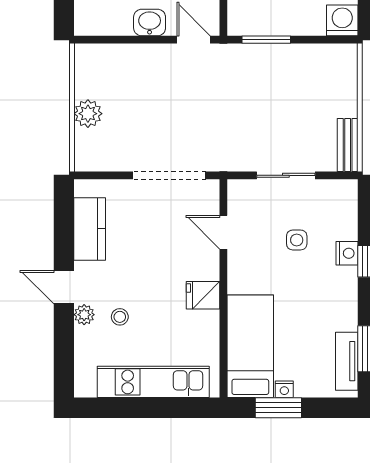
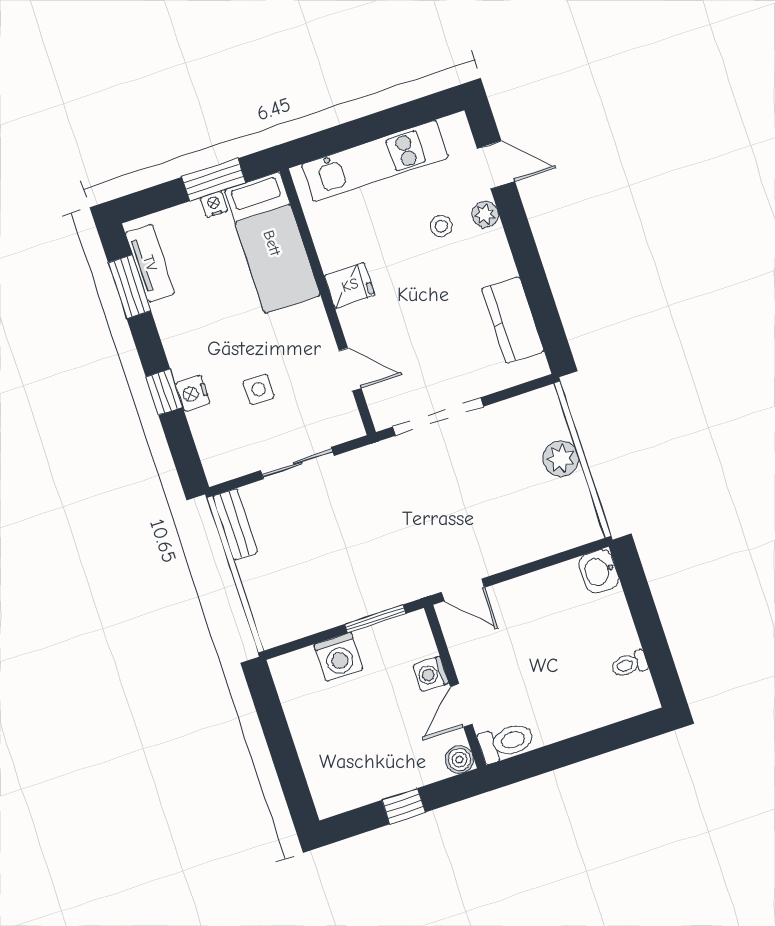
washing machine: (342, 20) -> (339, 657), moved
washbasin: (150, 23) -> (599, 571), moved, turned 90
door: (64, 287) -> (496, 165), moved

